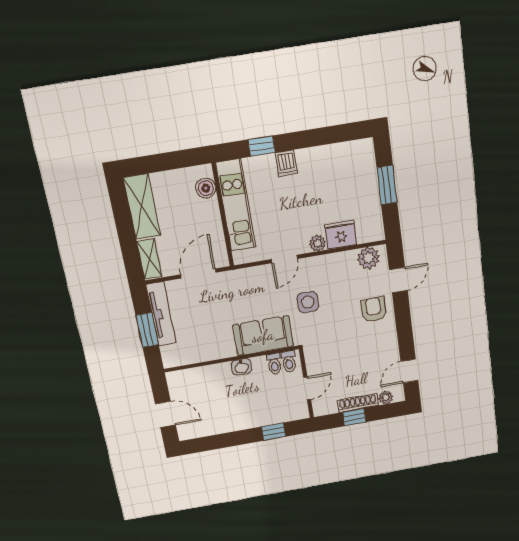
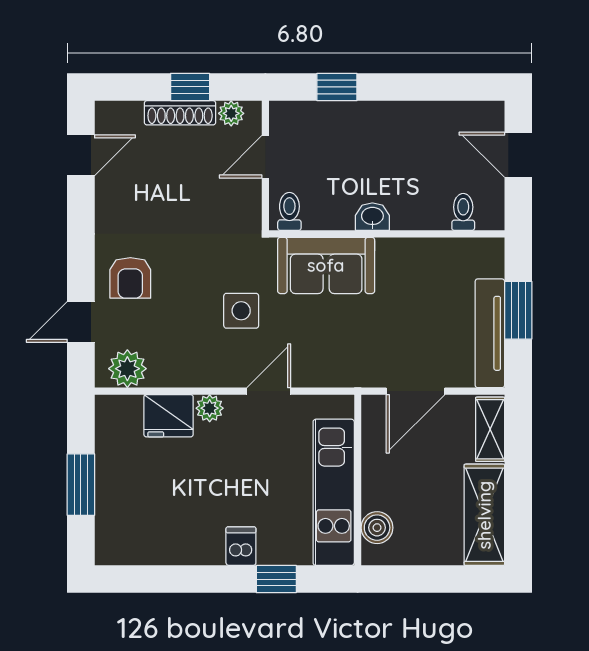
toilet: (274, 364) -> (463, 212), moved
plant: (386, 398) -> (231, 113), moved

